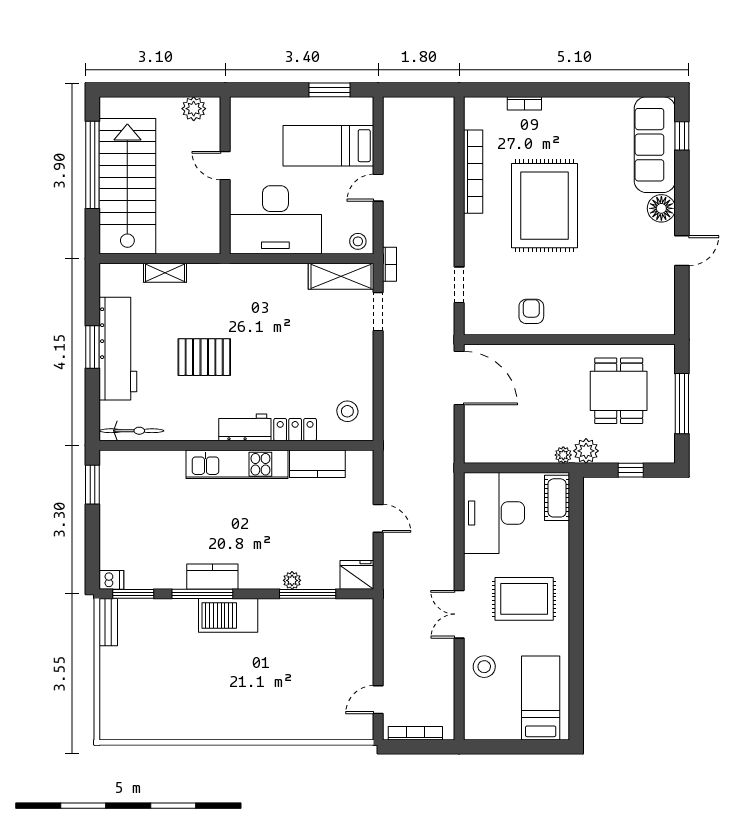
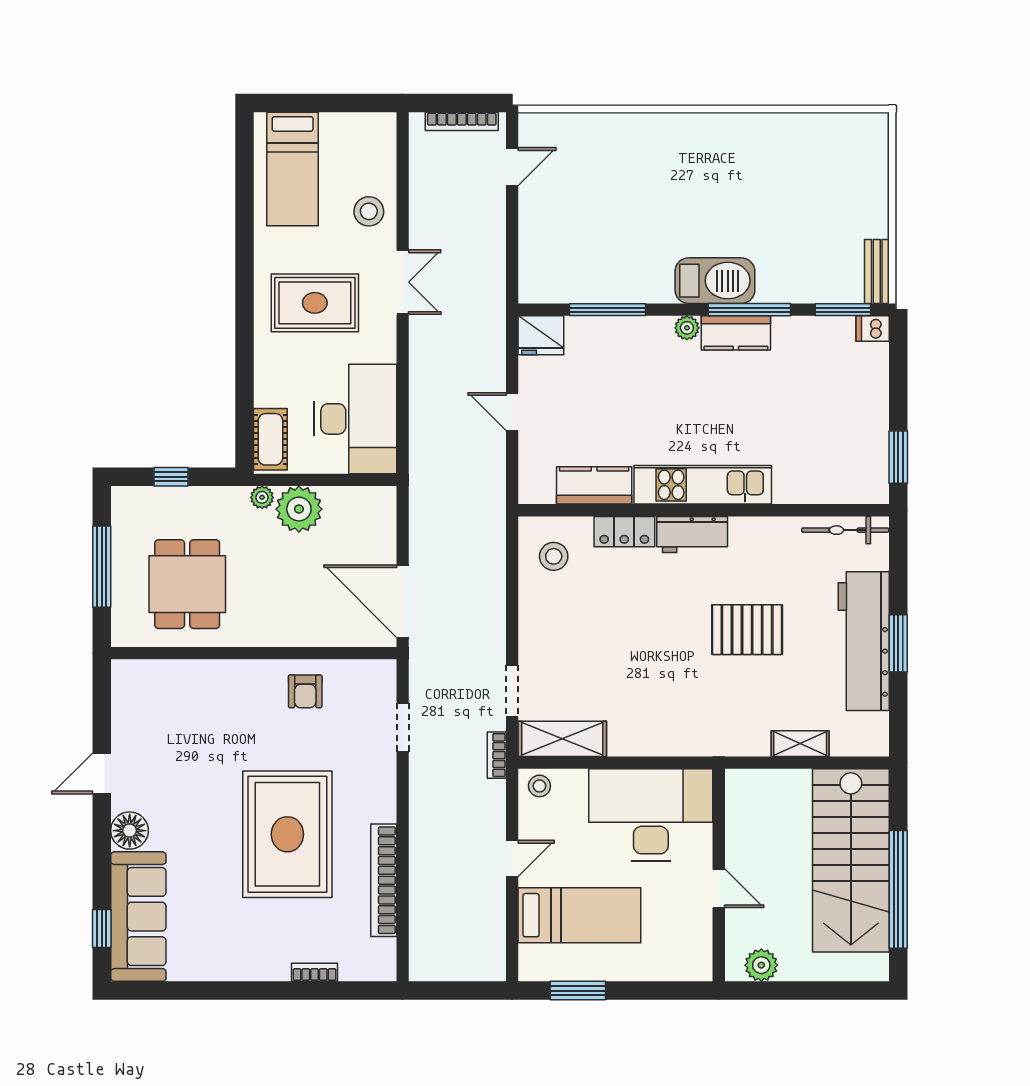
plant: (586, 451) -> (299, 509), moved, width x1.36, depth x1.36
plant: (292, 580) -> (687, 328), moved

